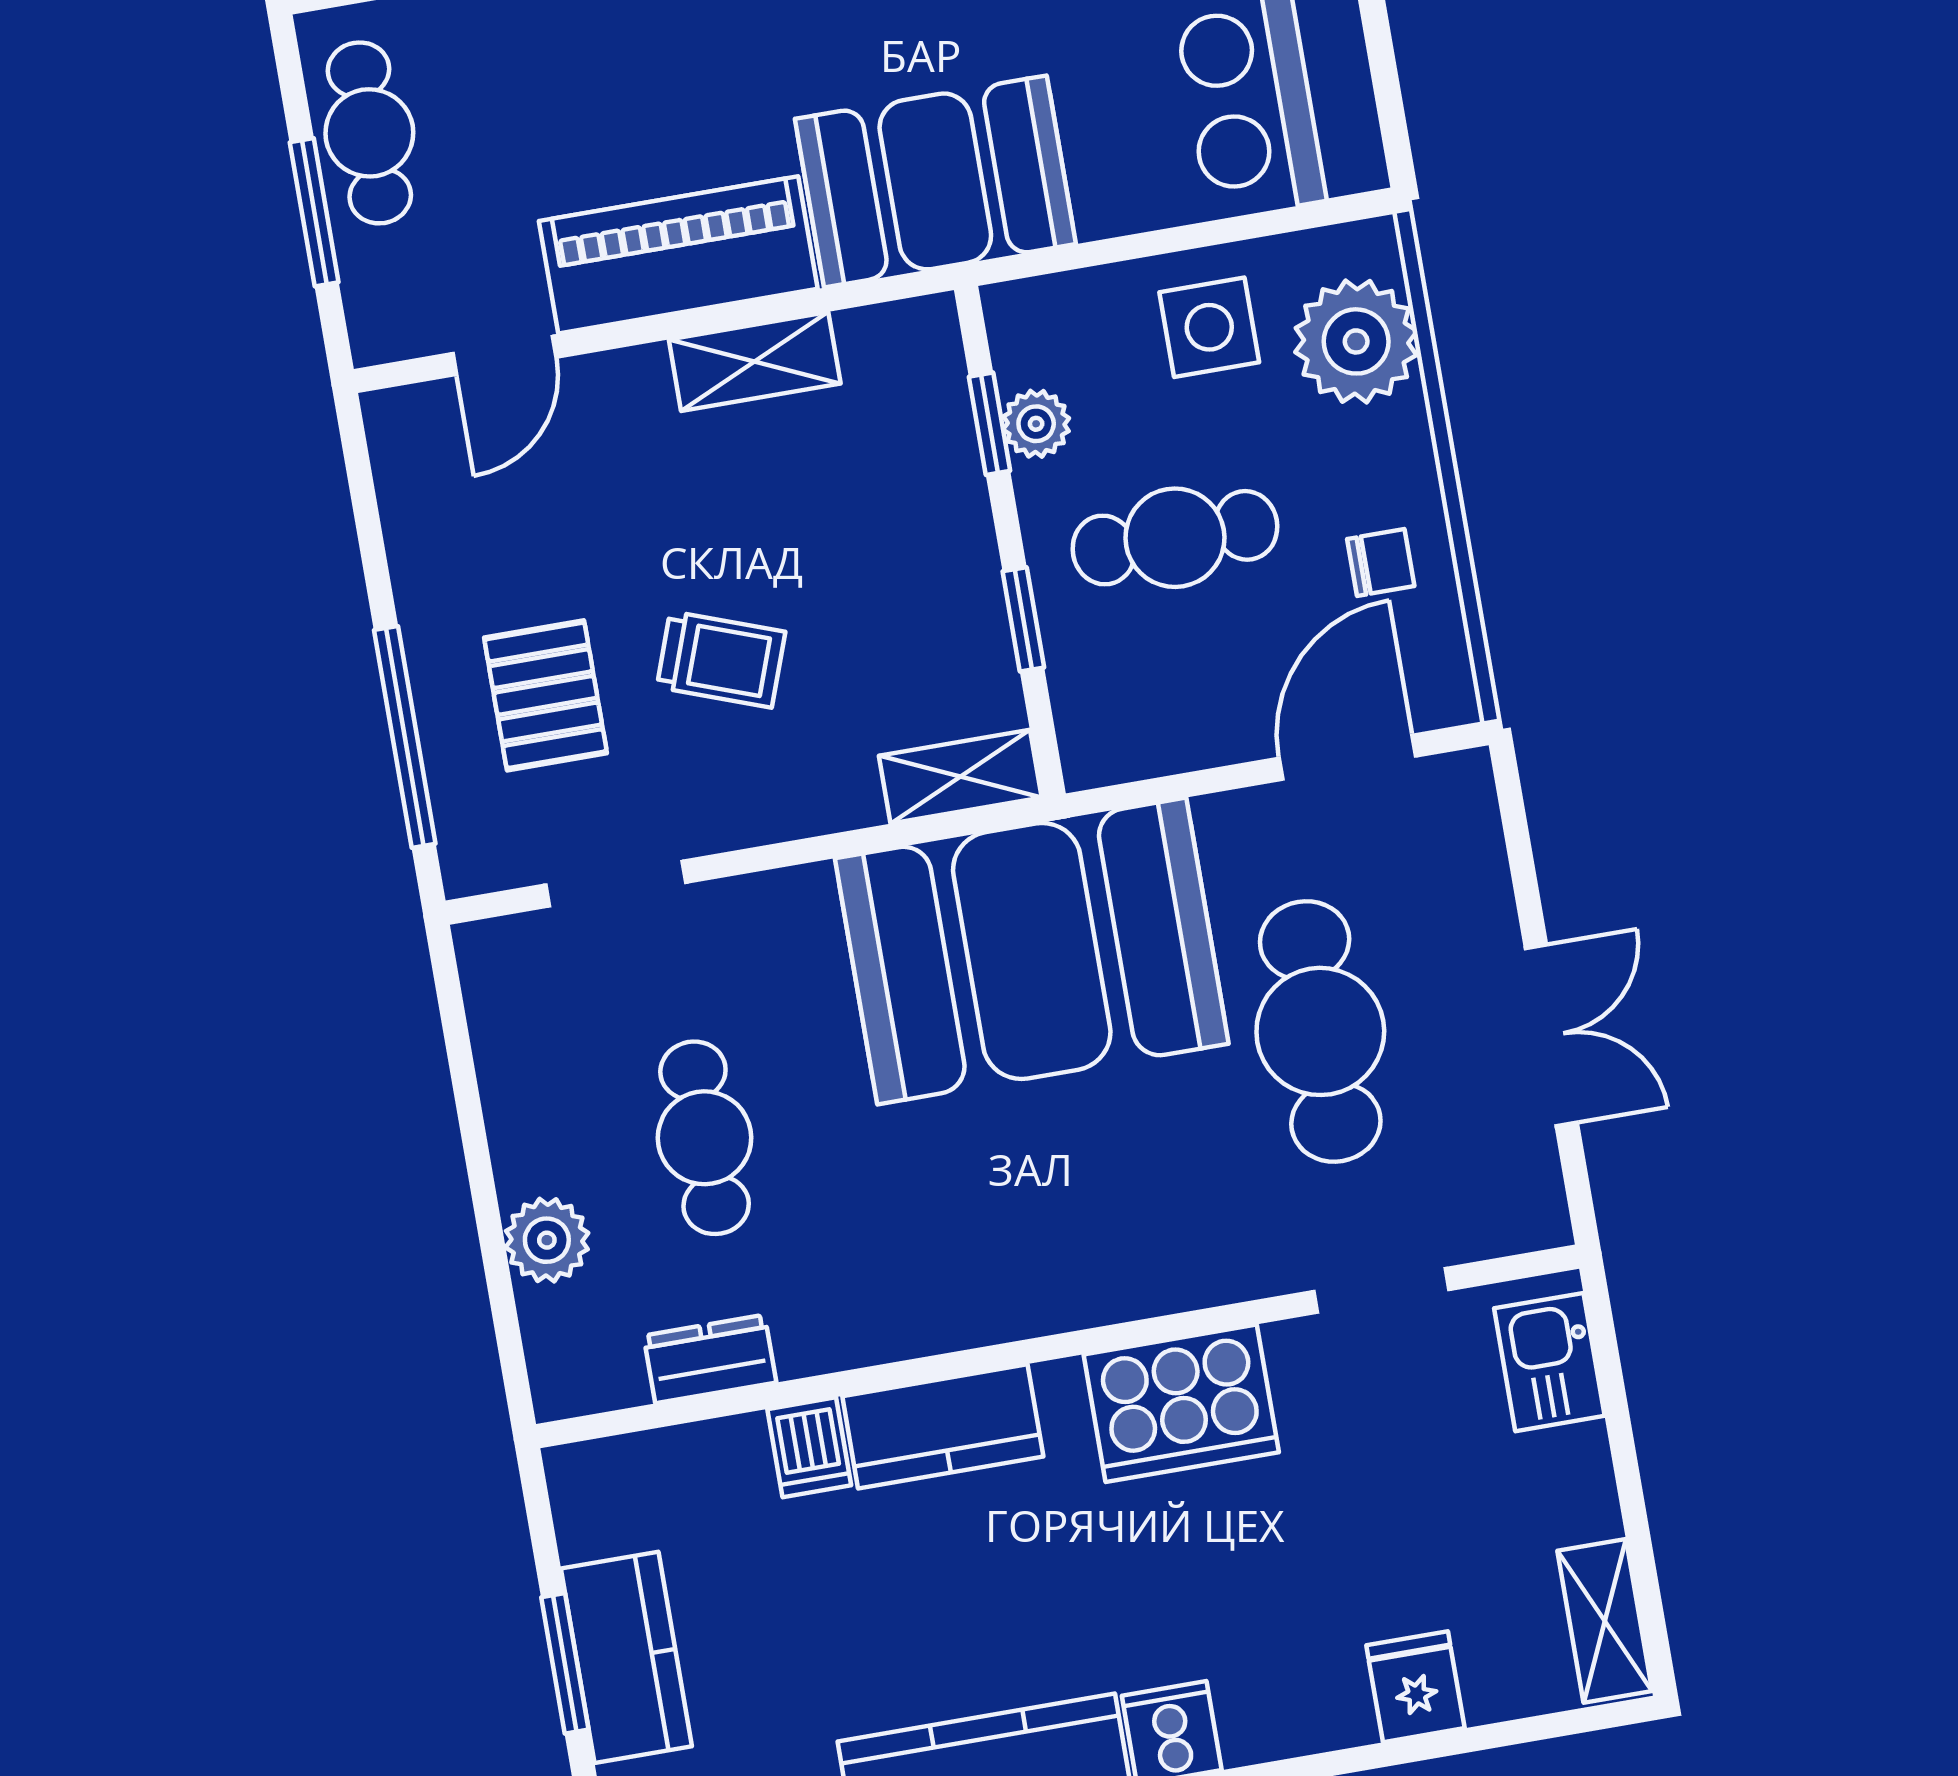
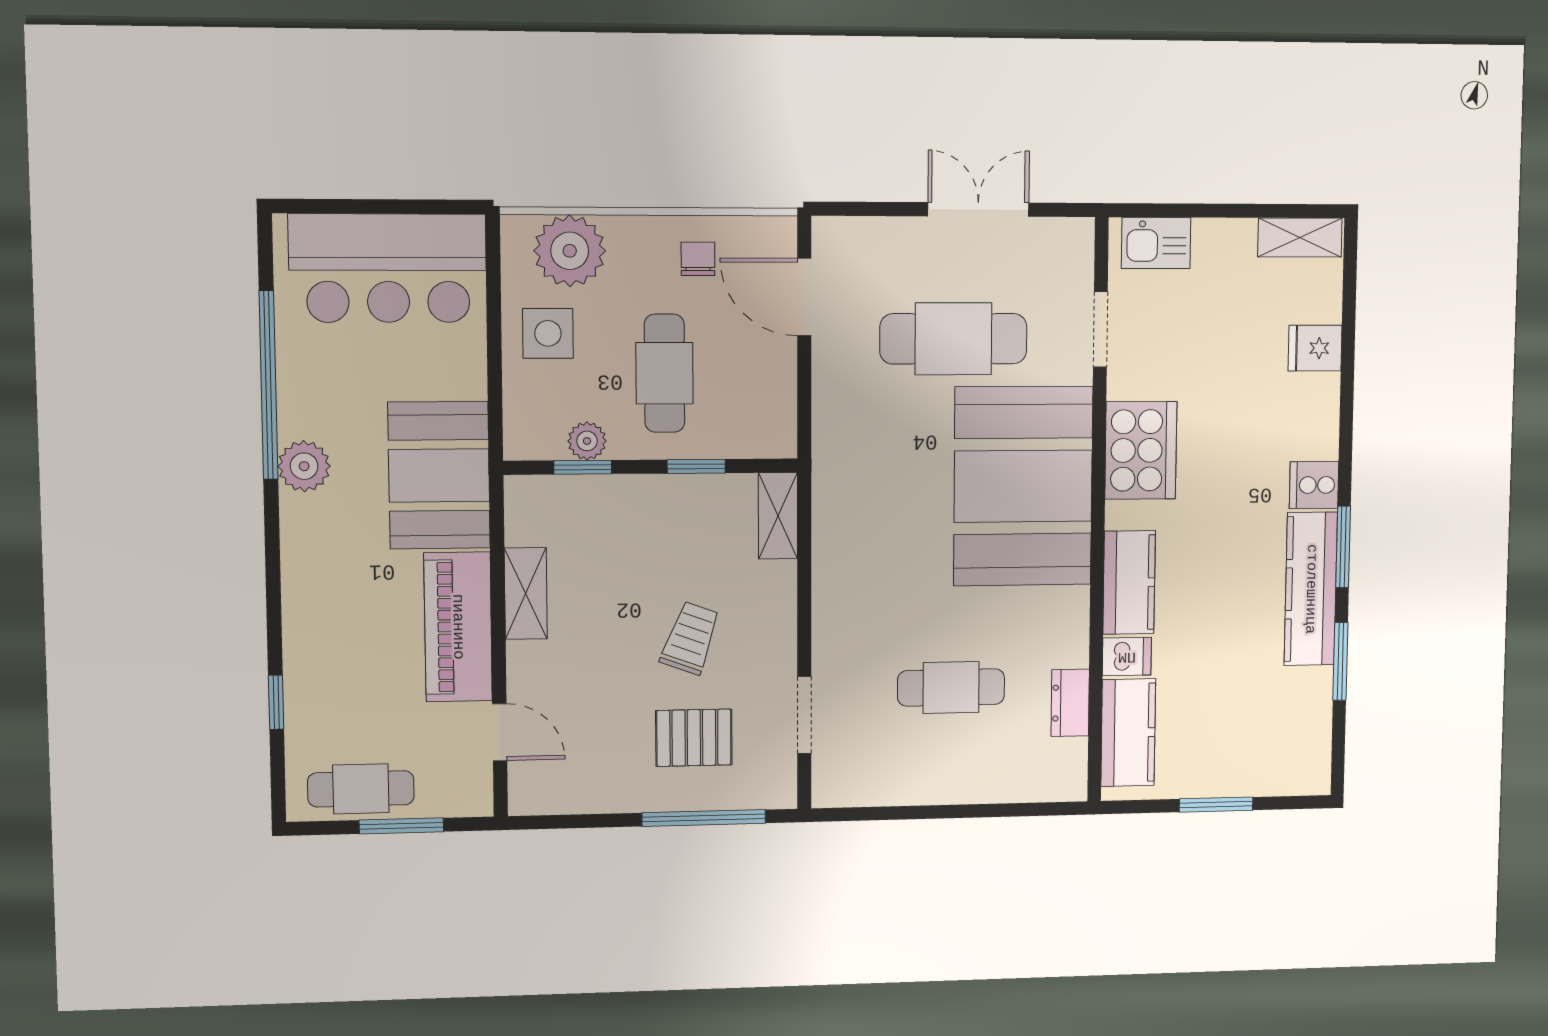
booth: (1032, 951) -> (1023, 486), moved
plant: (547, 1240) -> (991, 781), removed
kitchen counter: (626, 1657) -> (1128, 733), moved, turned 90

